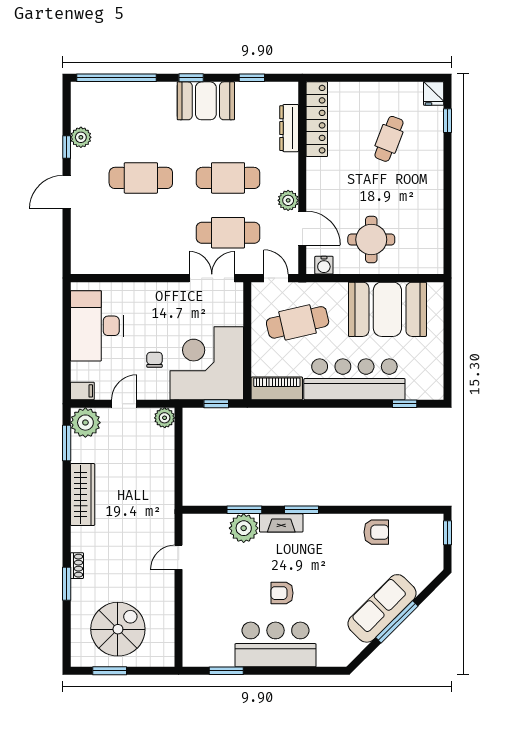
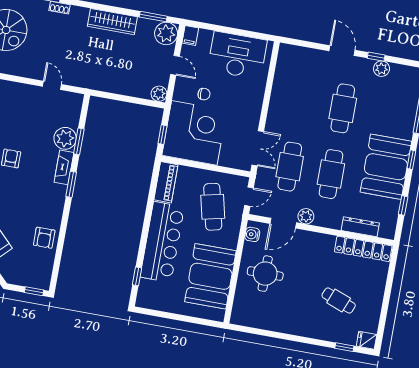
booth: (206, 101) -> (386, 167), width x1.36, depth x1.42

